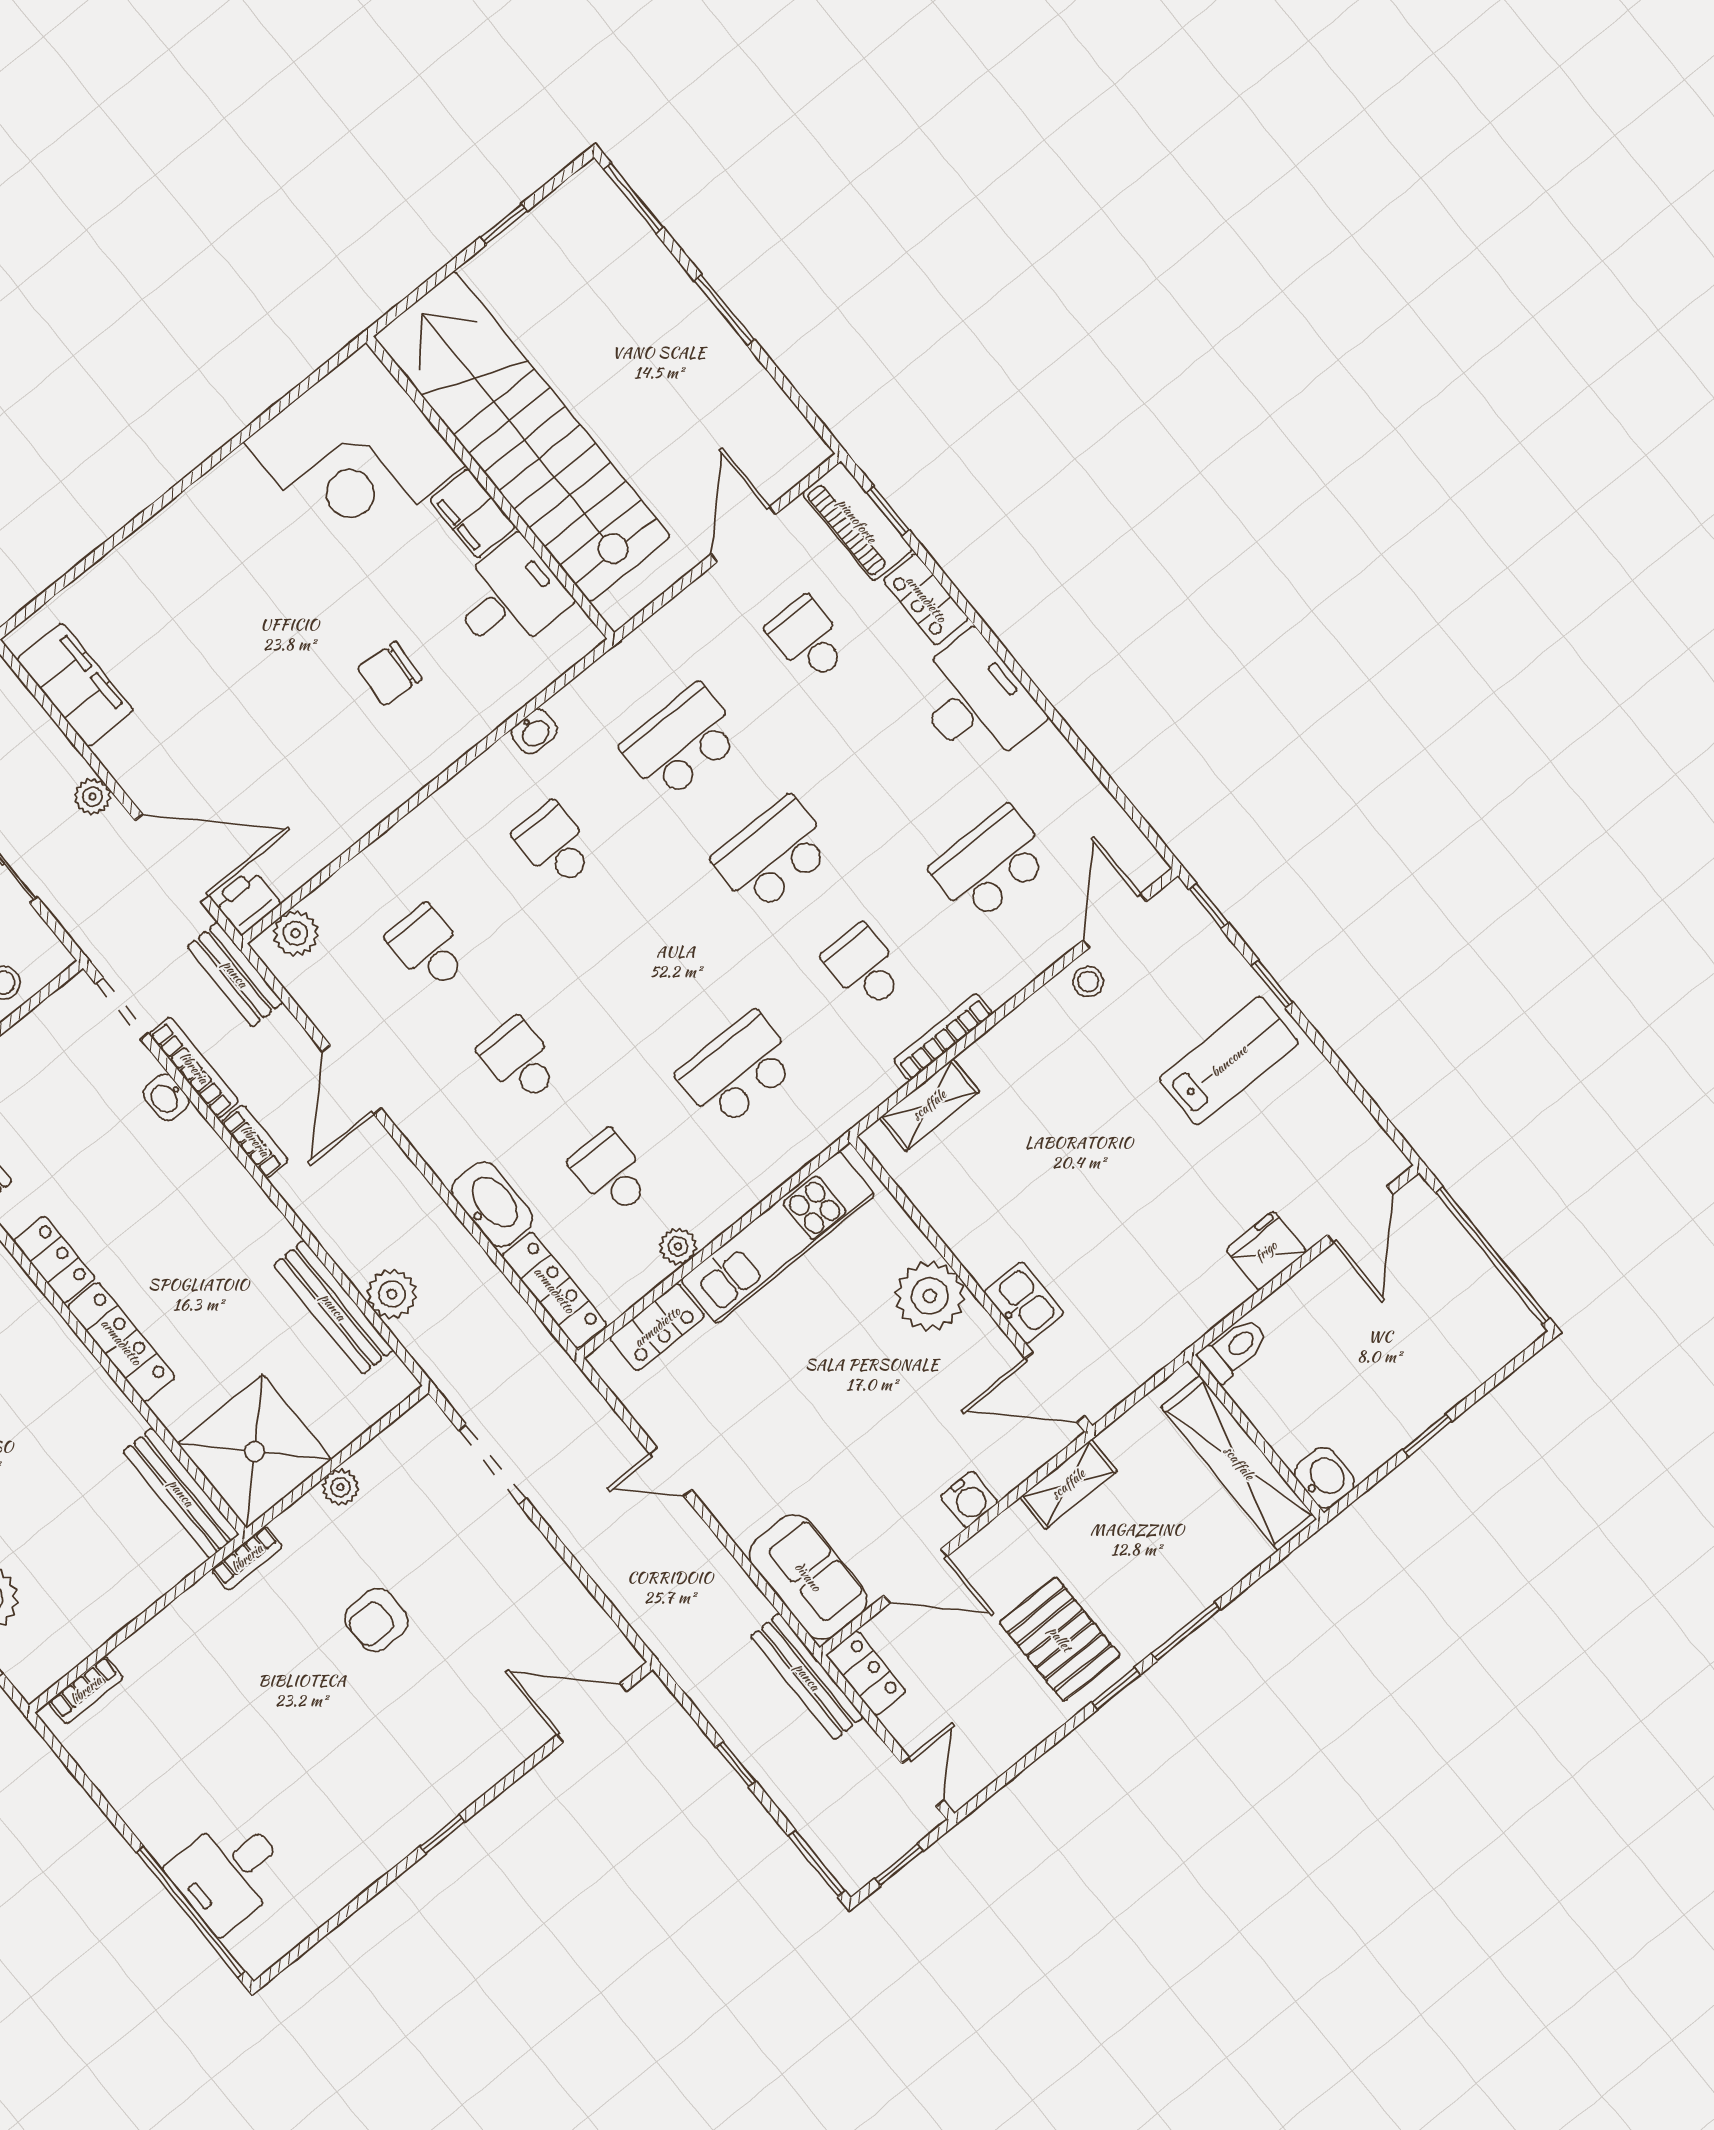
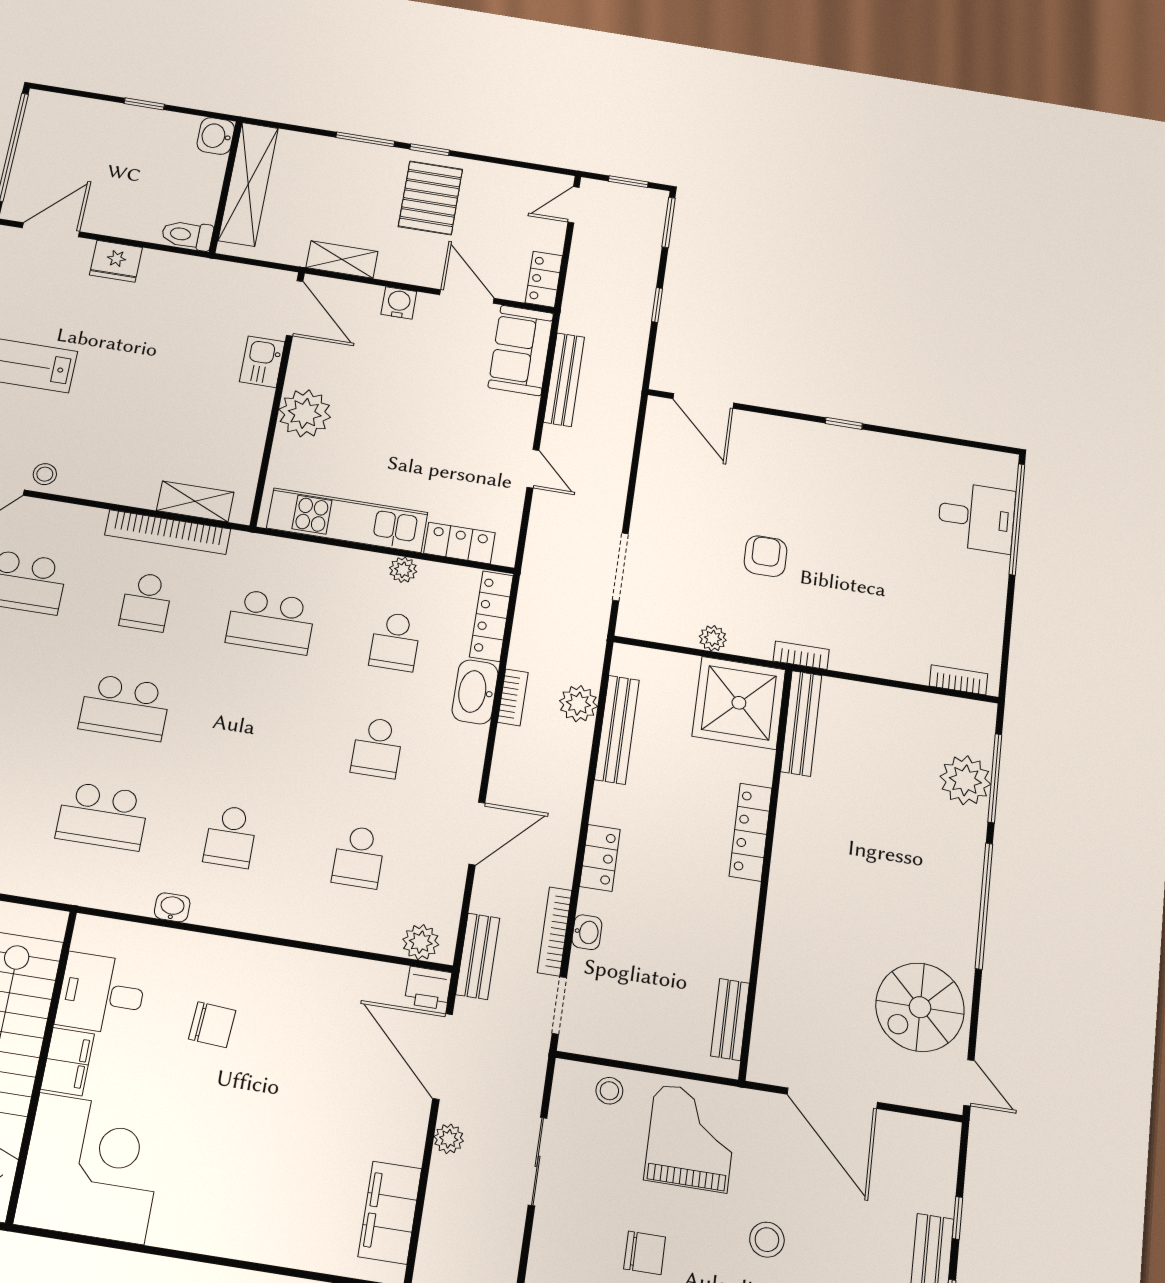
bookcase: (943, 1037) -> (168, 532), width x1.48, depth x1.31
bookcase: (255, 1141) -> (513, 697), moved, turned 180
locker: (54, 1260) -> (600, 858), moved, turned 180
armchair: (376, 1620) -> (766, 556), turned -90
bench: (807, 1677) -> (564, 380), moved

